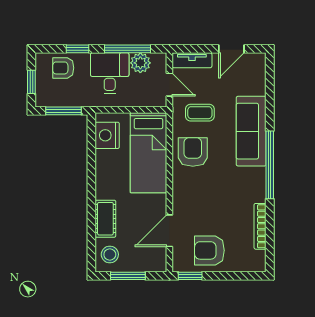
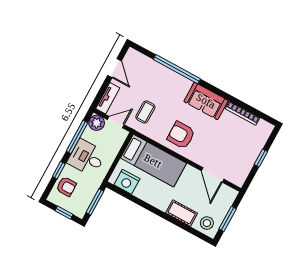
plant: (140, 63) -> (97, 123), moved
armchair: (63, 68) -> (66, 187), turned -90
sofa: (251, 131) -> (206, 101), moved, width x0.73
armchair: (193, 152) -> (181, 135), moved
window: (270, 165) -> (177, 69), moved
armchair: (209, 250) -> (240, 156), removed
window: (190, 276) -> (261, 158), moved

